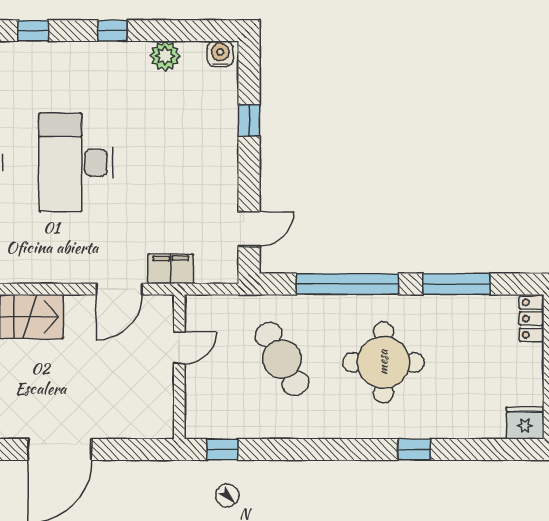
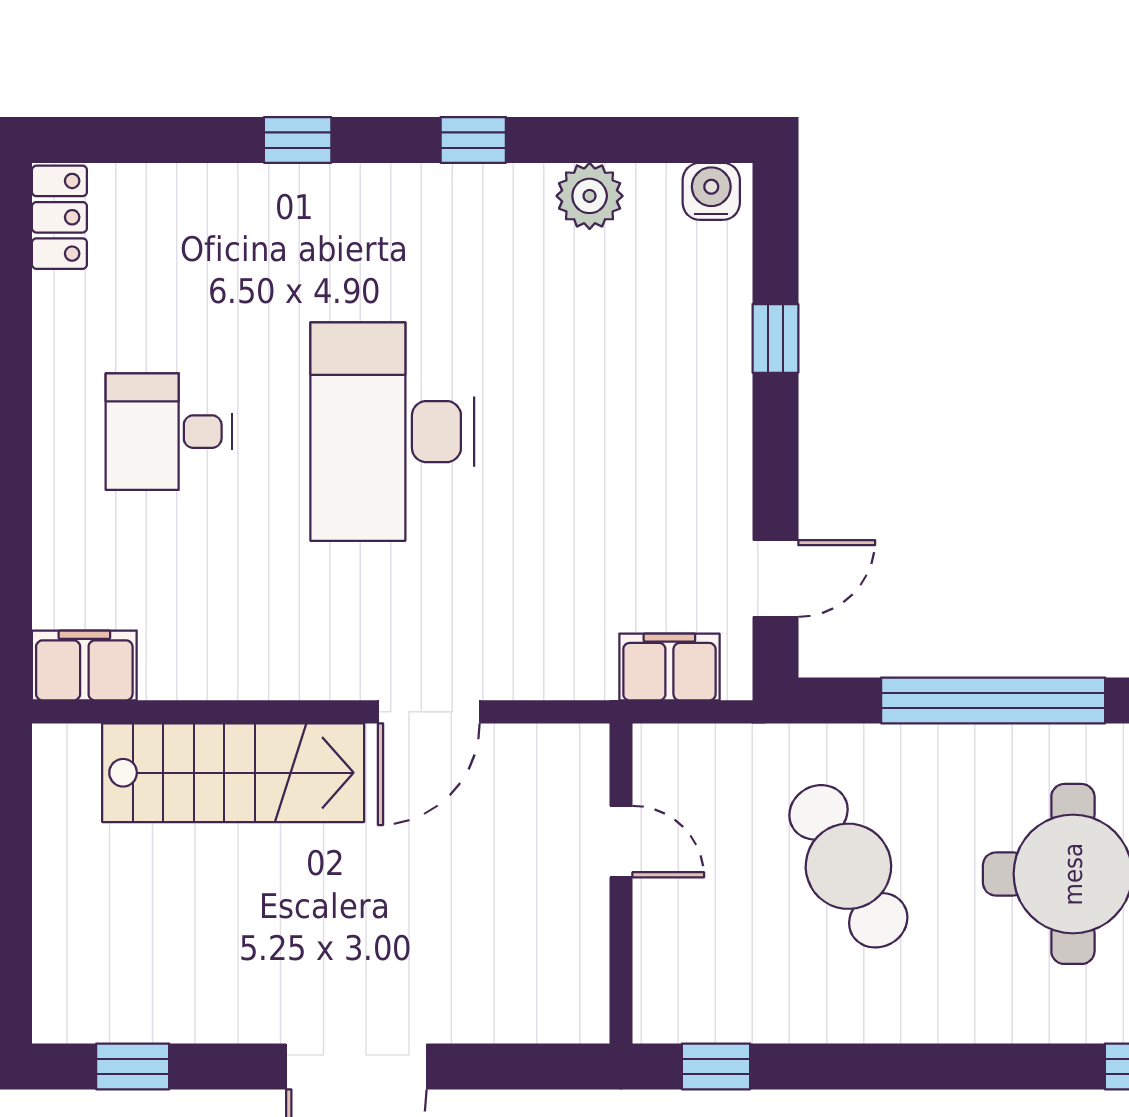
filing cabinet: (171, 269) -> (669, 667), moved
door: (119, 289) -> (429, 712), moved
door: (179, 348) -> (621, 842), hinge flipped

